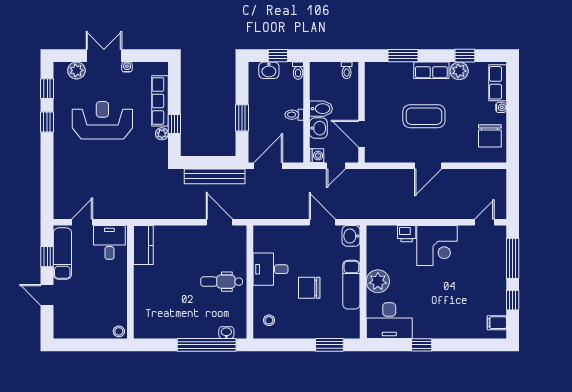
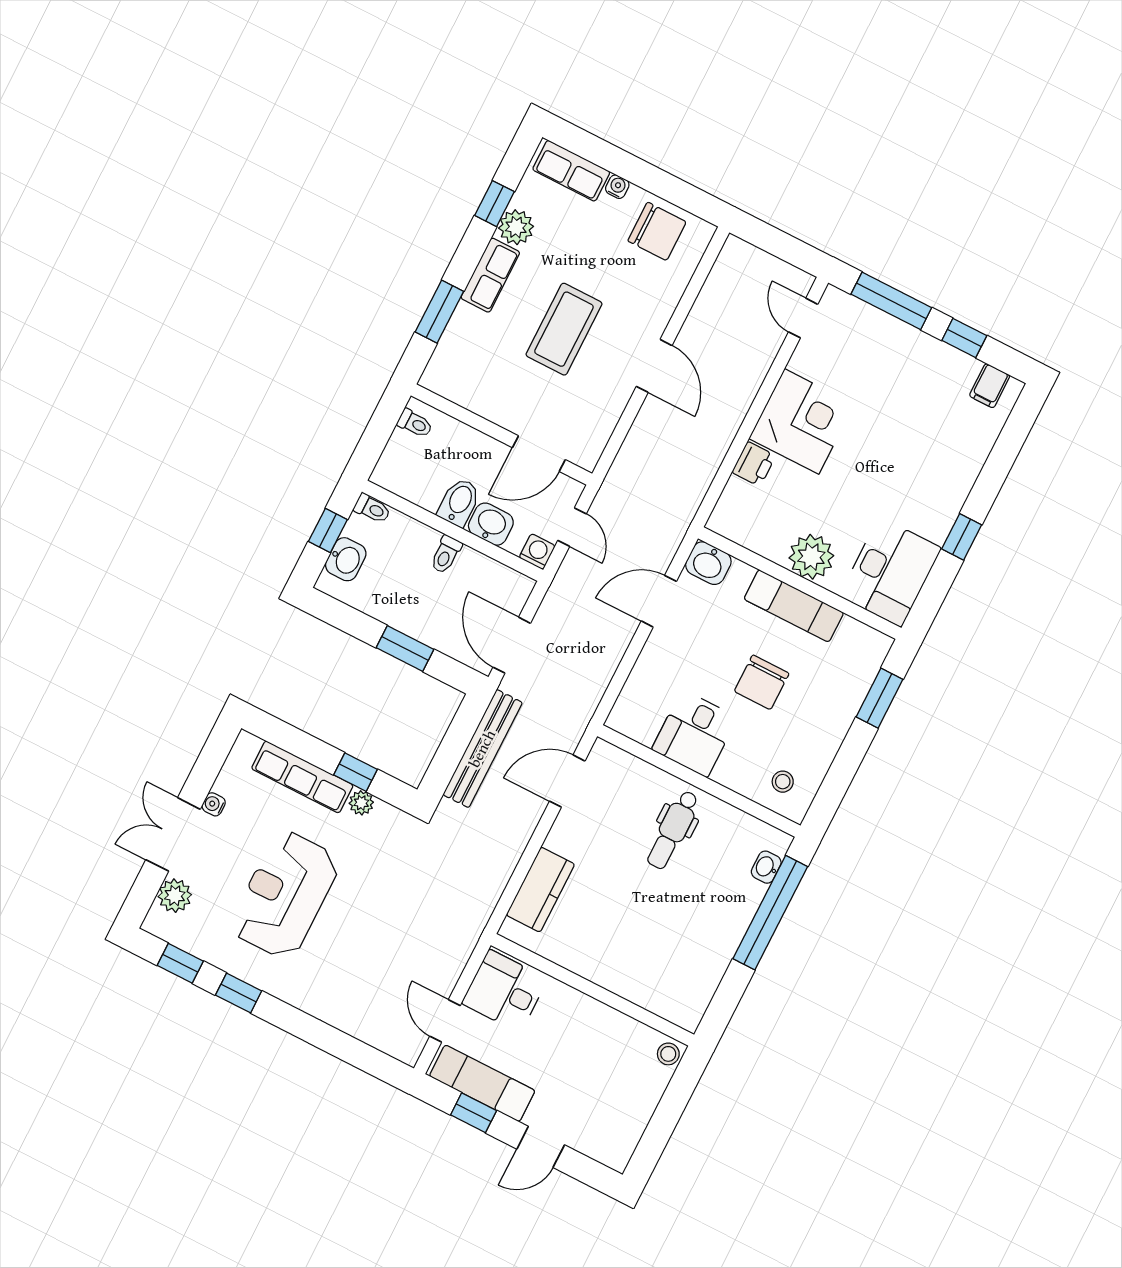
kitchen counter: (143, 245) -> (540, 890), moved, turned 90

